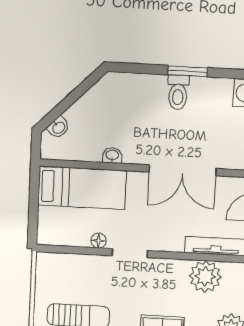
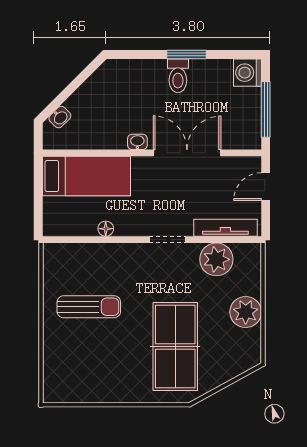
washbasin: (112, 155) -> (137, 142), moved
double door: (183, 170) -> (187, 153), swing flipped
doorway: (130, 253) -> (168, 240), moved

